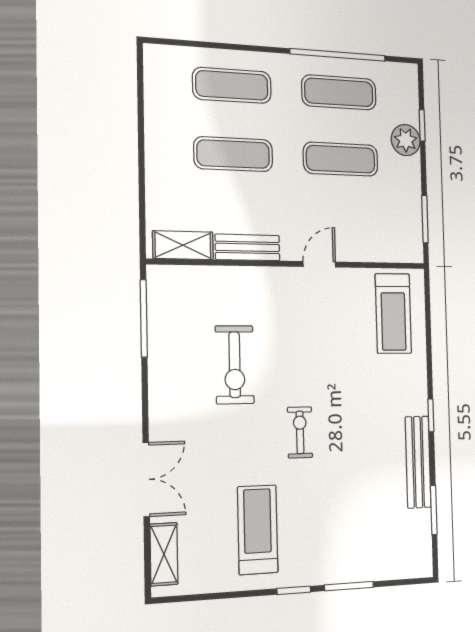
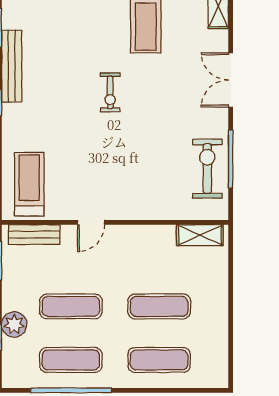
bench: (248, 247) -> (34, 235), moved
window: (144, 318) -> (231, 159), moved
exercise bike: (235, 365) -> (207, 168), moved
double door: (146, 479) -> (231, 80), moved

